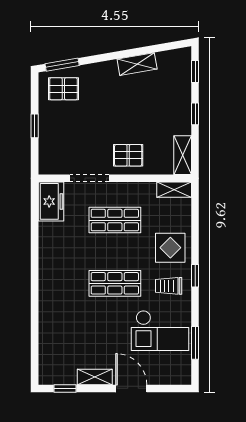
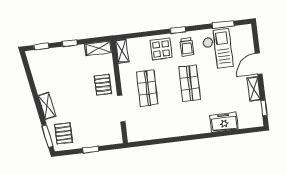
shelving: (137, 64) -> (47, 106), moved
freezer: (51, 201) -> (224, 122), moved

